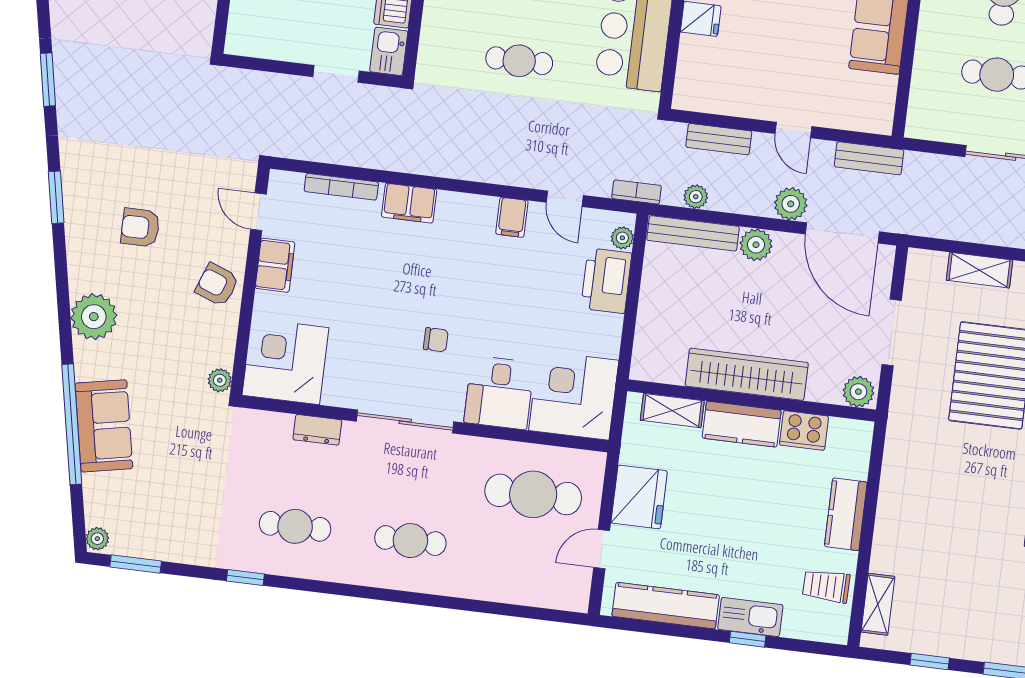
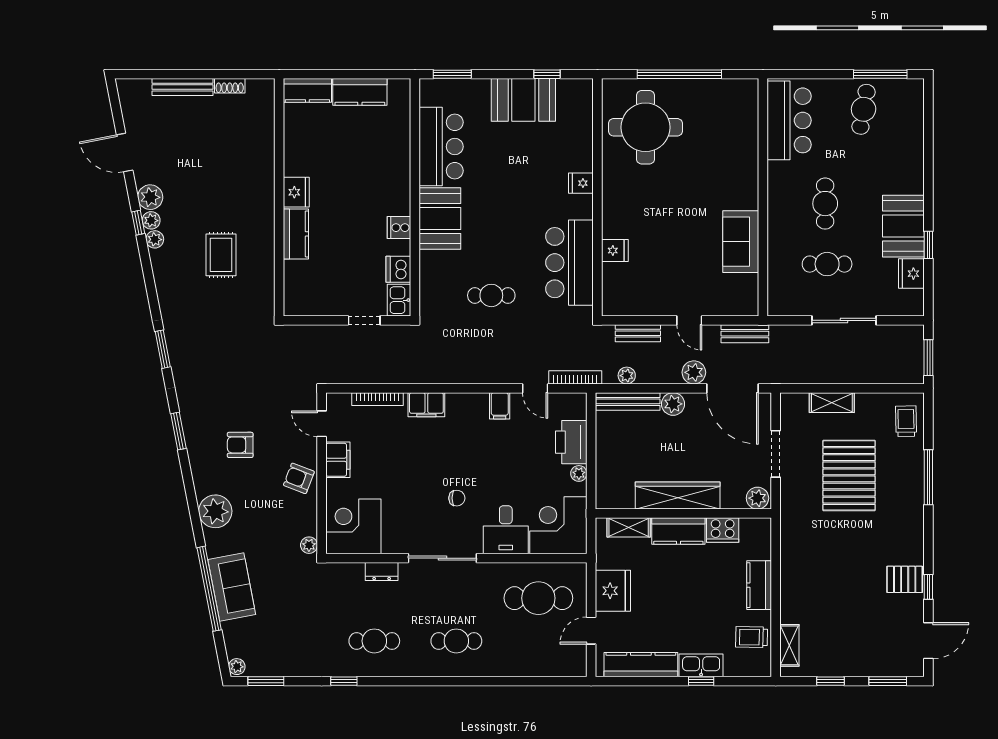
bookcase: (637, 192) -> (575, 377), width x1.56
plant: (622, 238) -> (579, 473), moved

